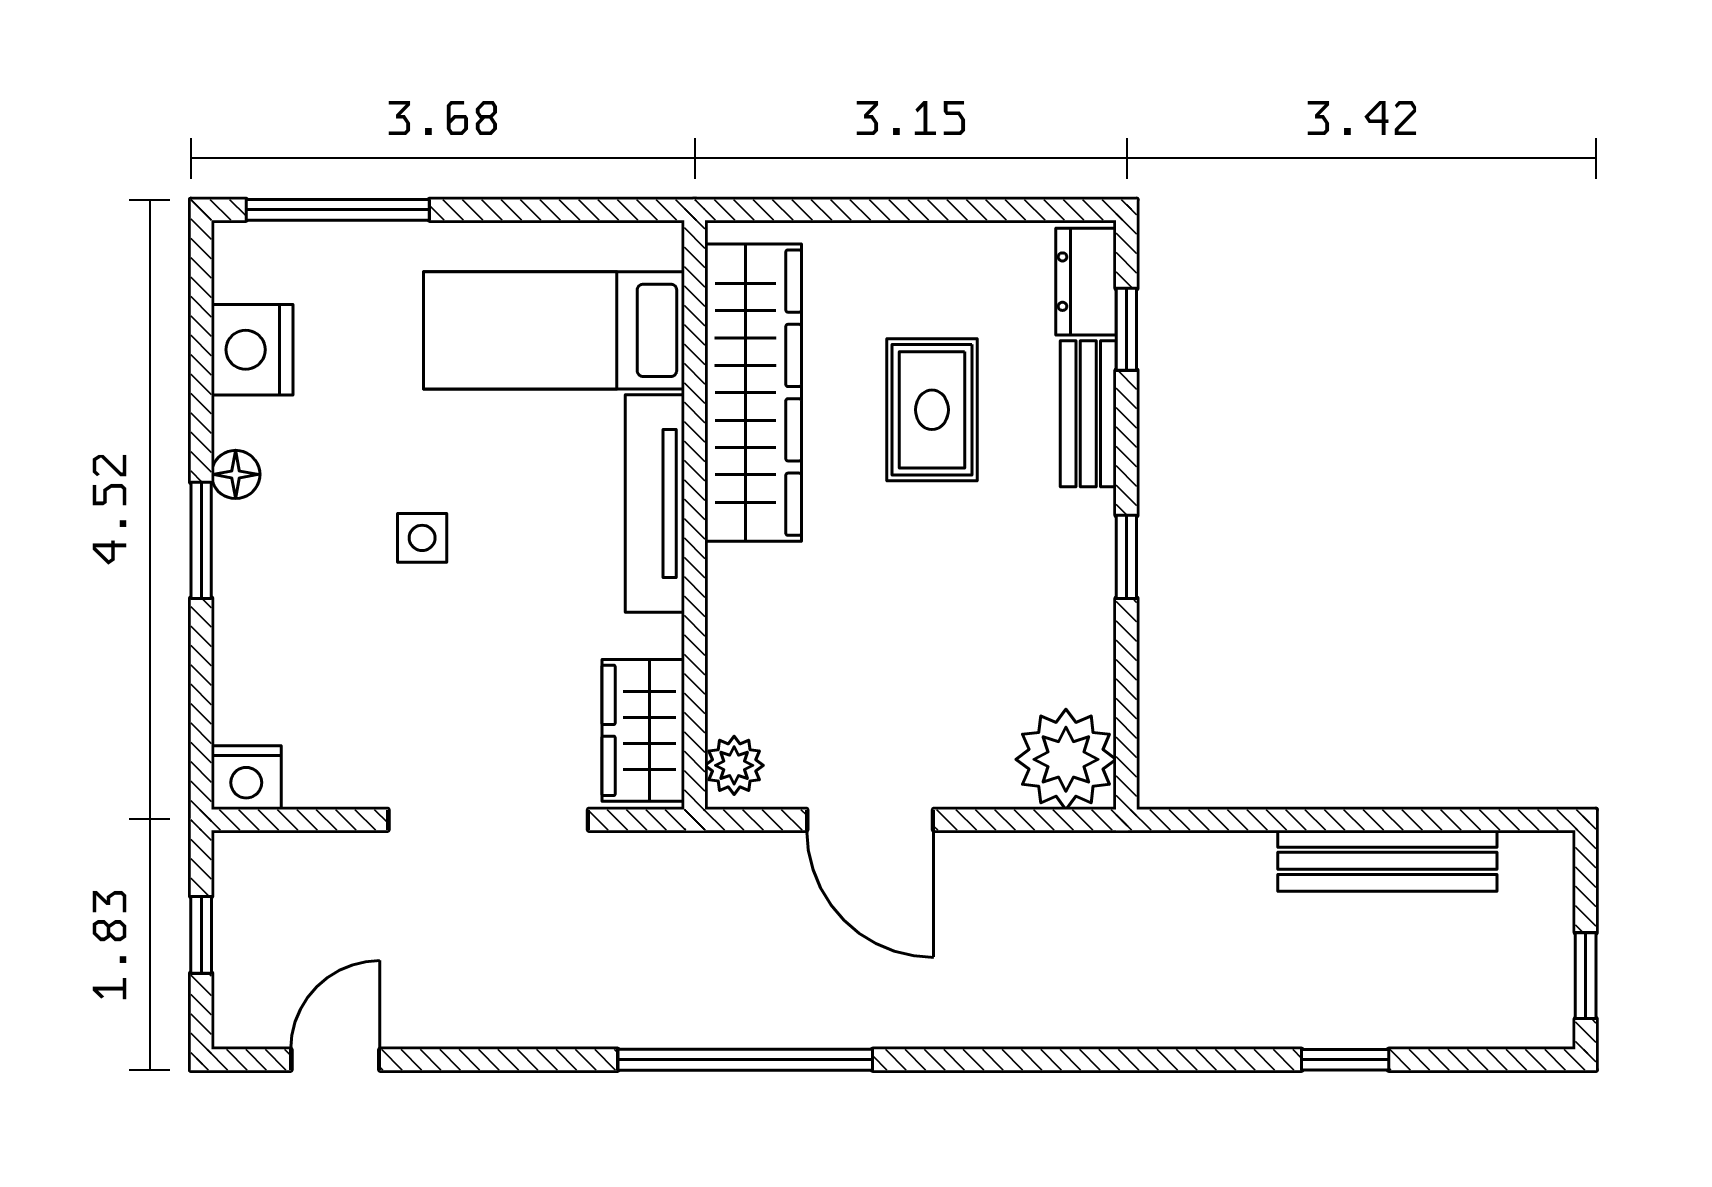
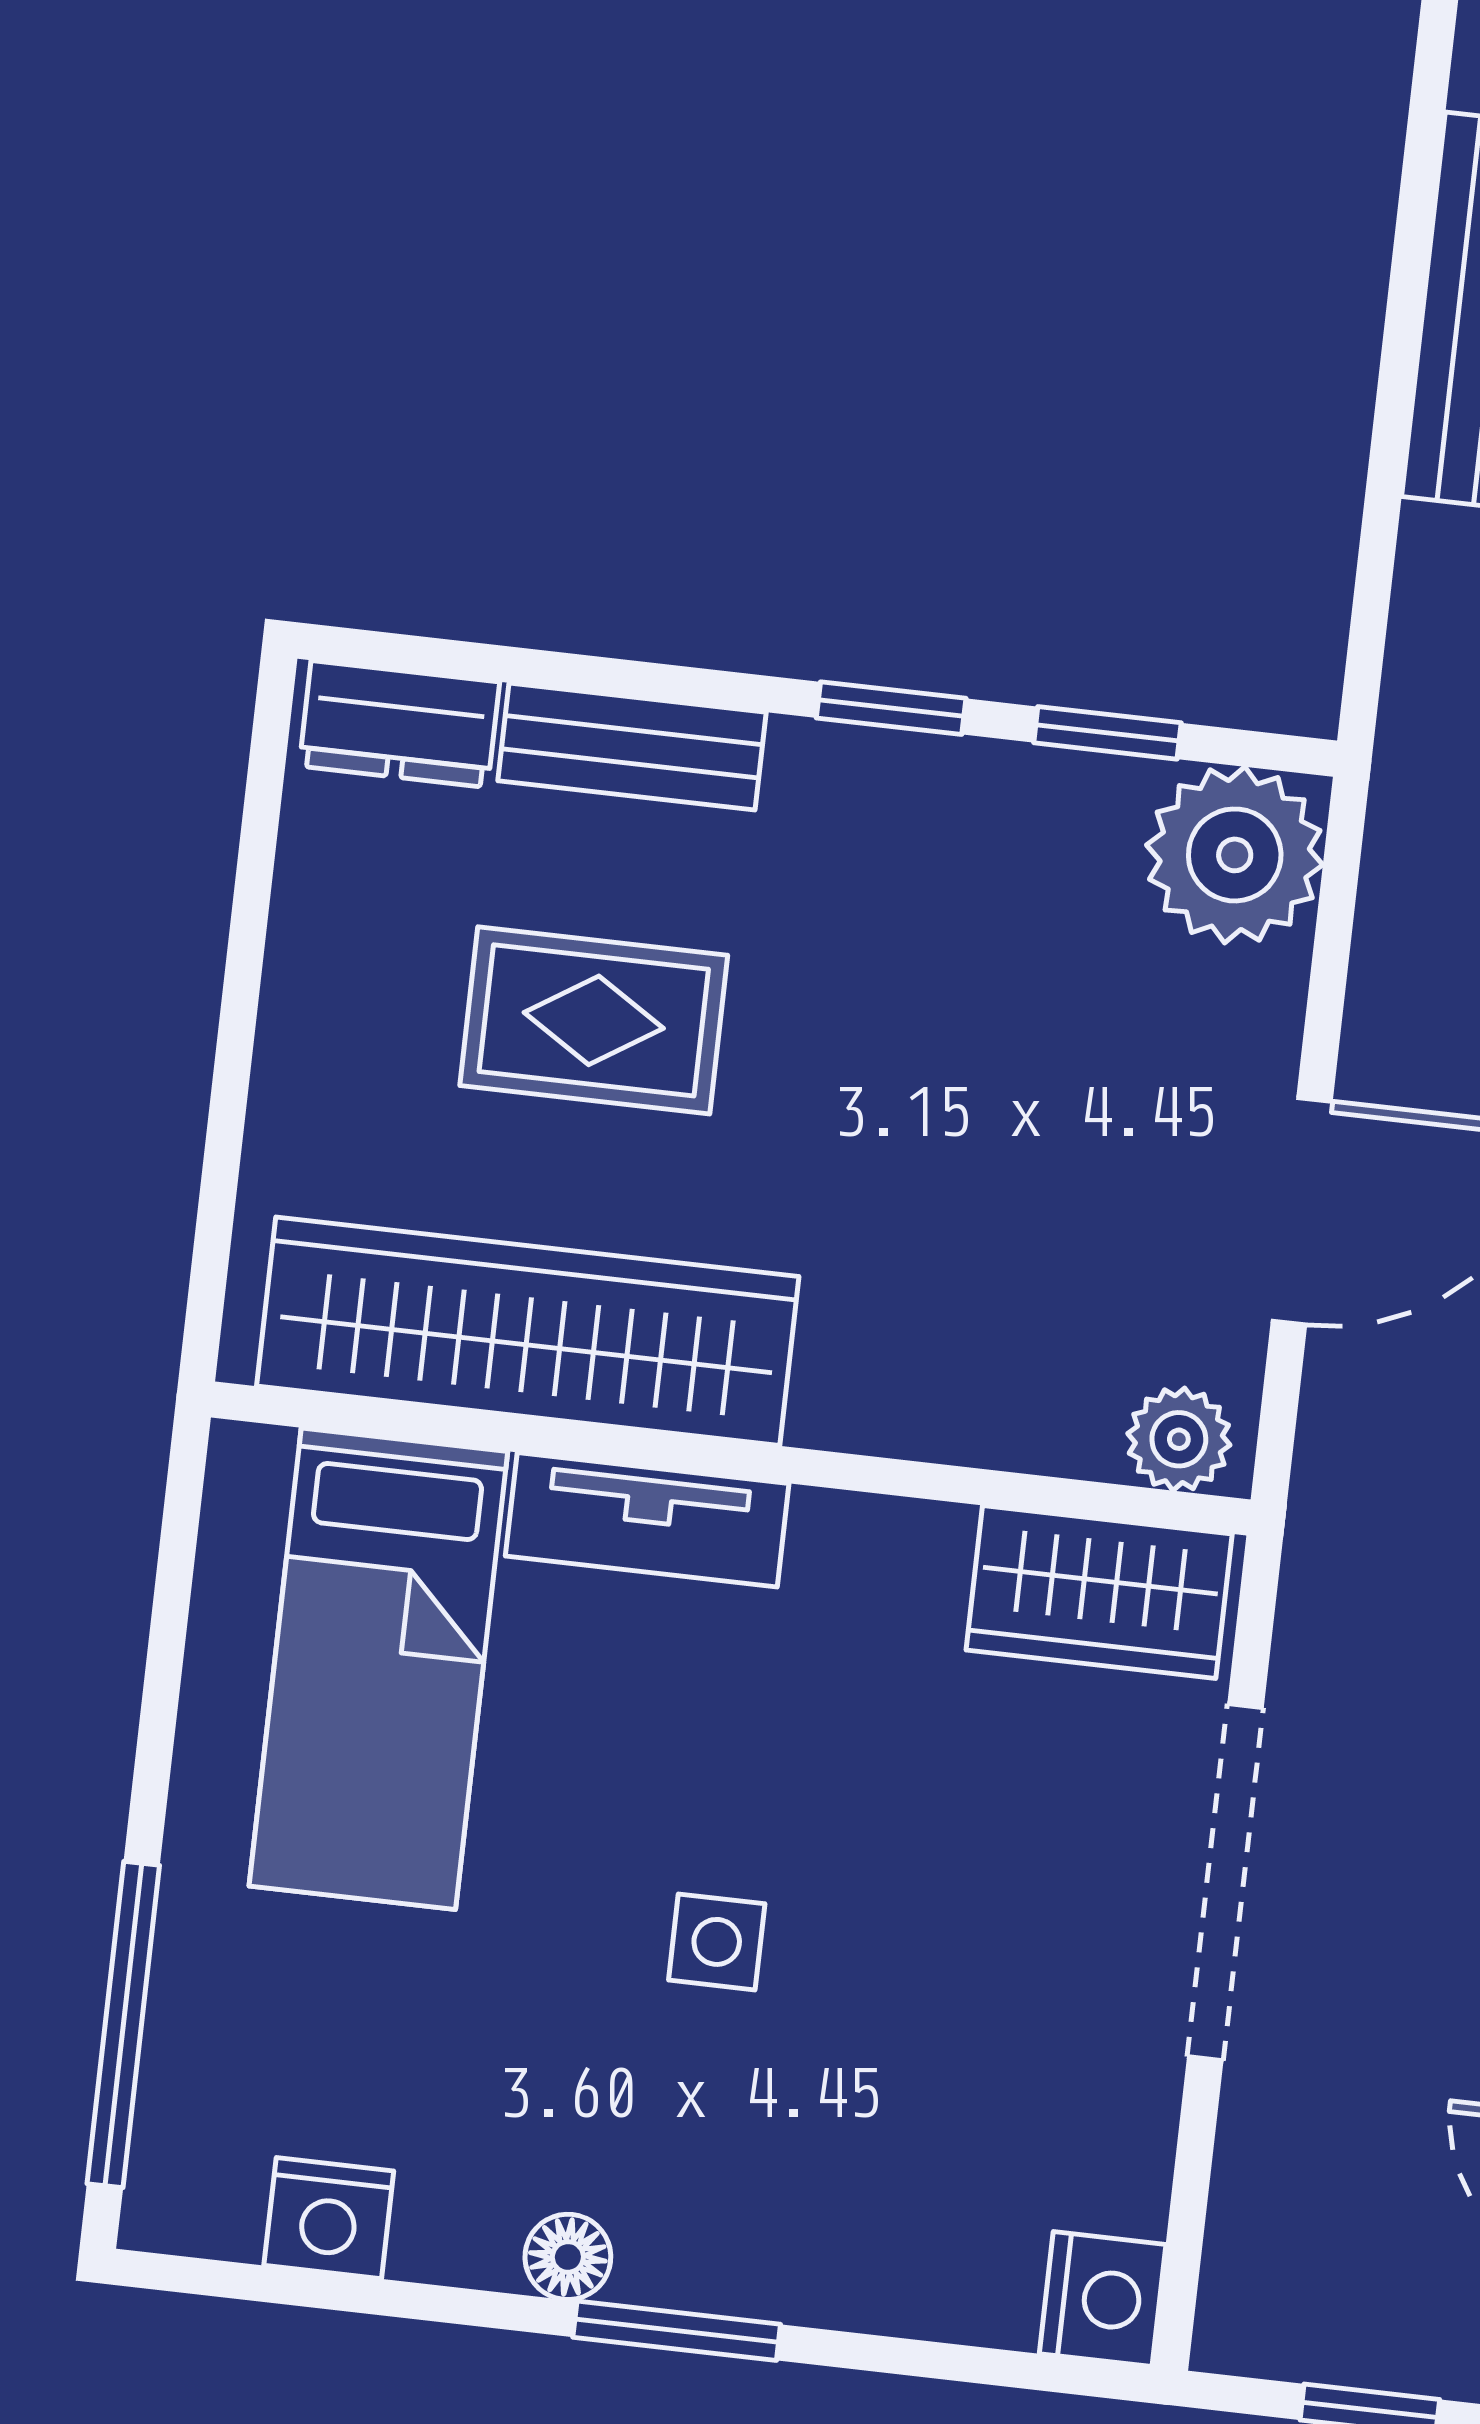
window: (1126, 329) -> (1107, 733), moved
nightstand: (252, 350) -> (329, 2218), width x0.74, depth x0.75
tv unit: (655, 503) -> (647, 1520), width x0.71

